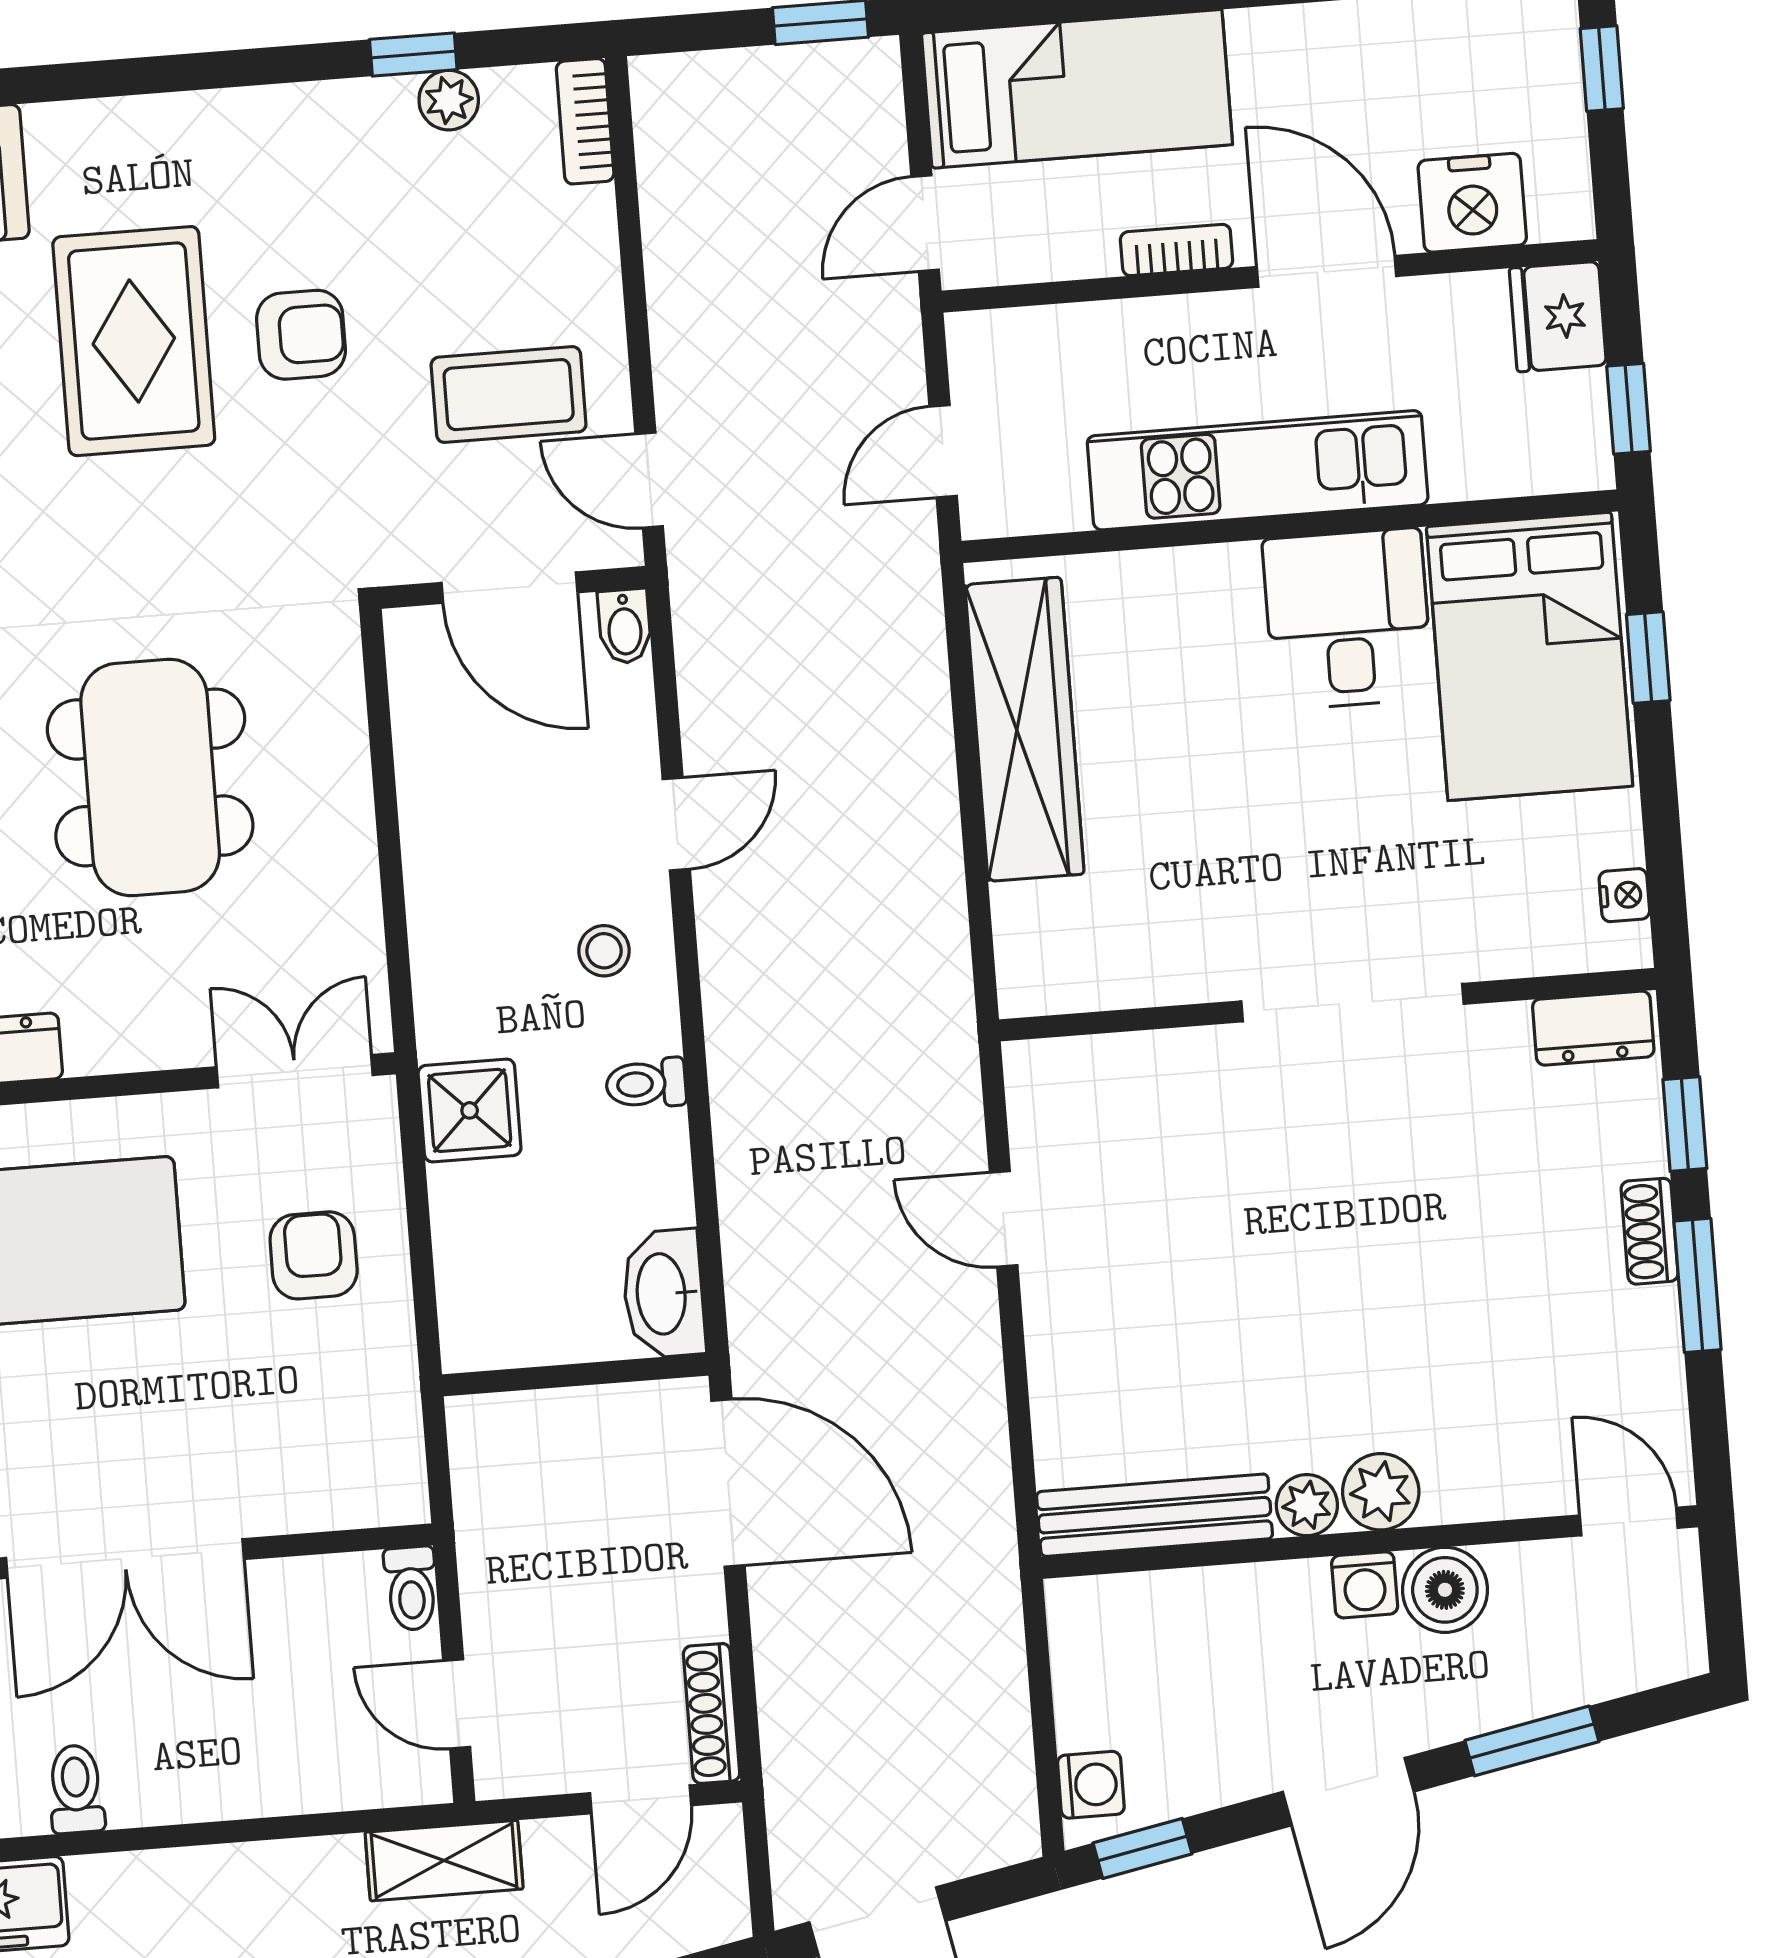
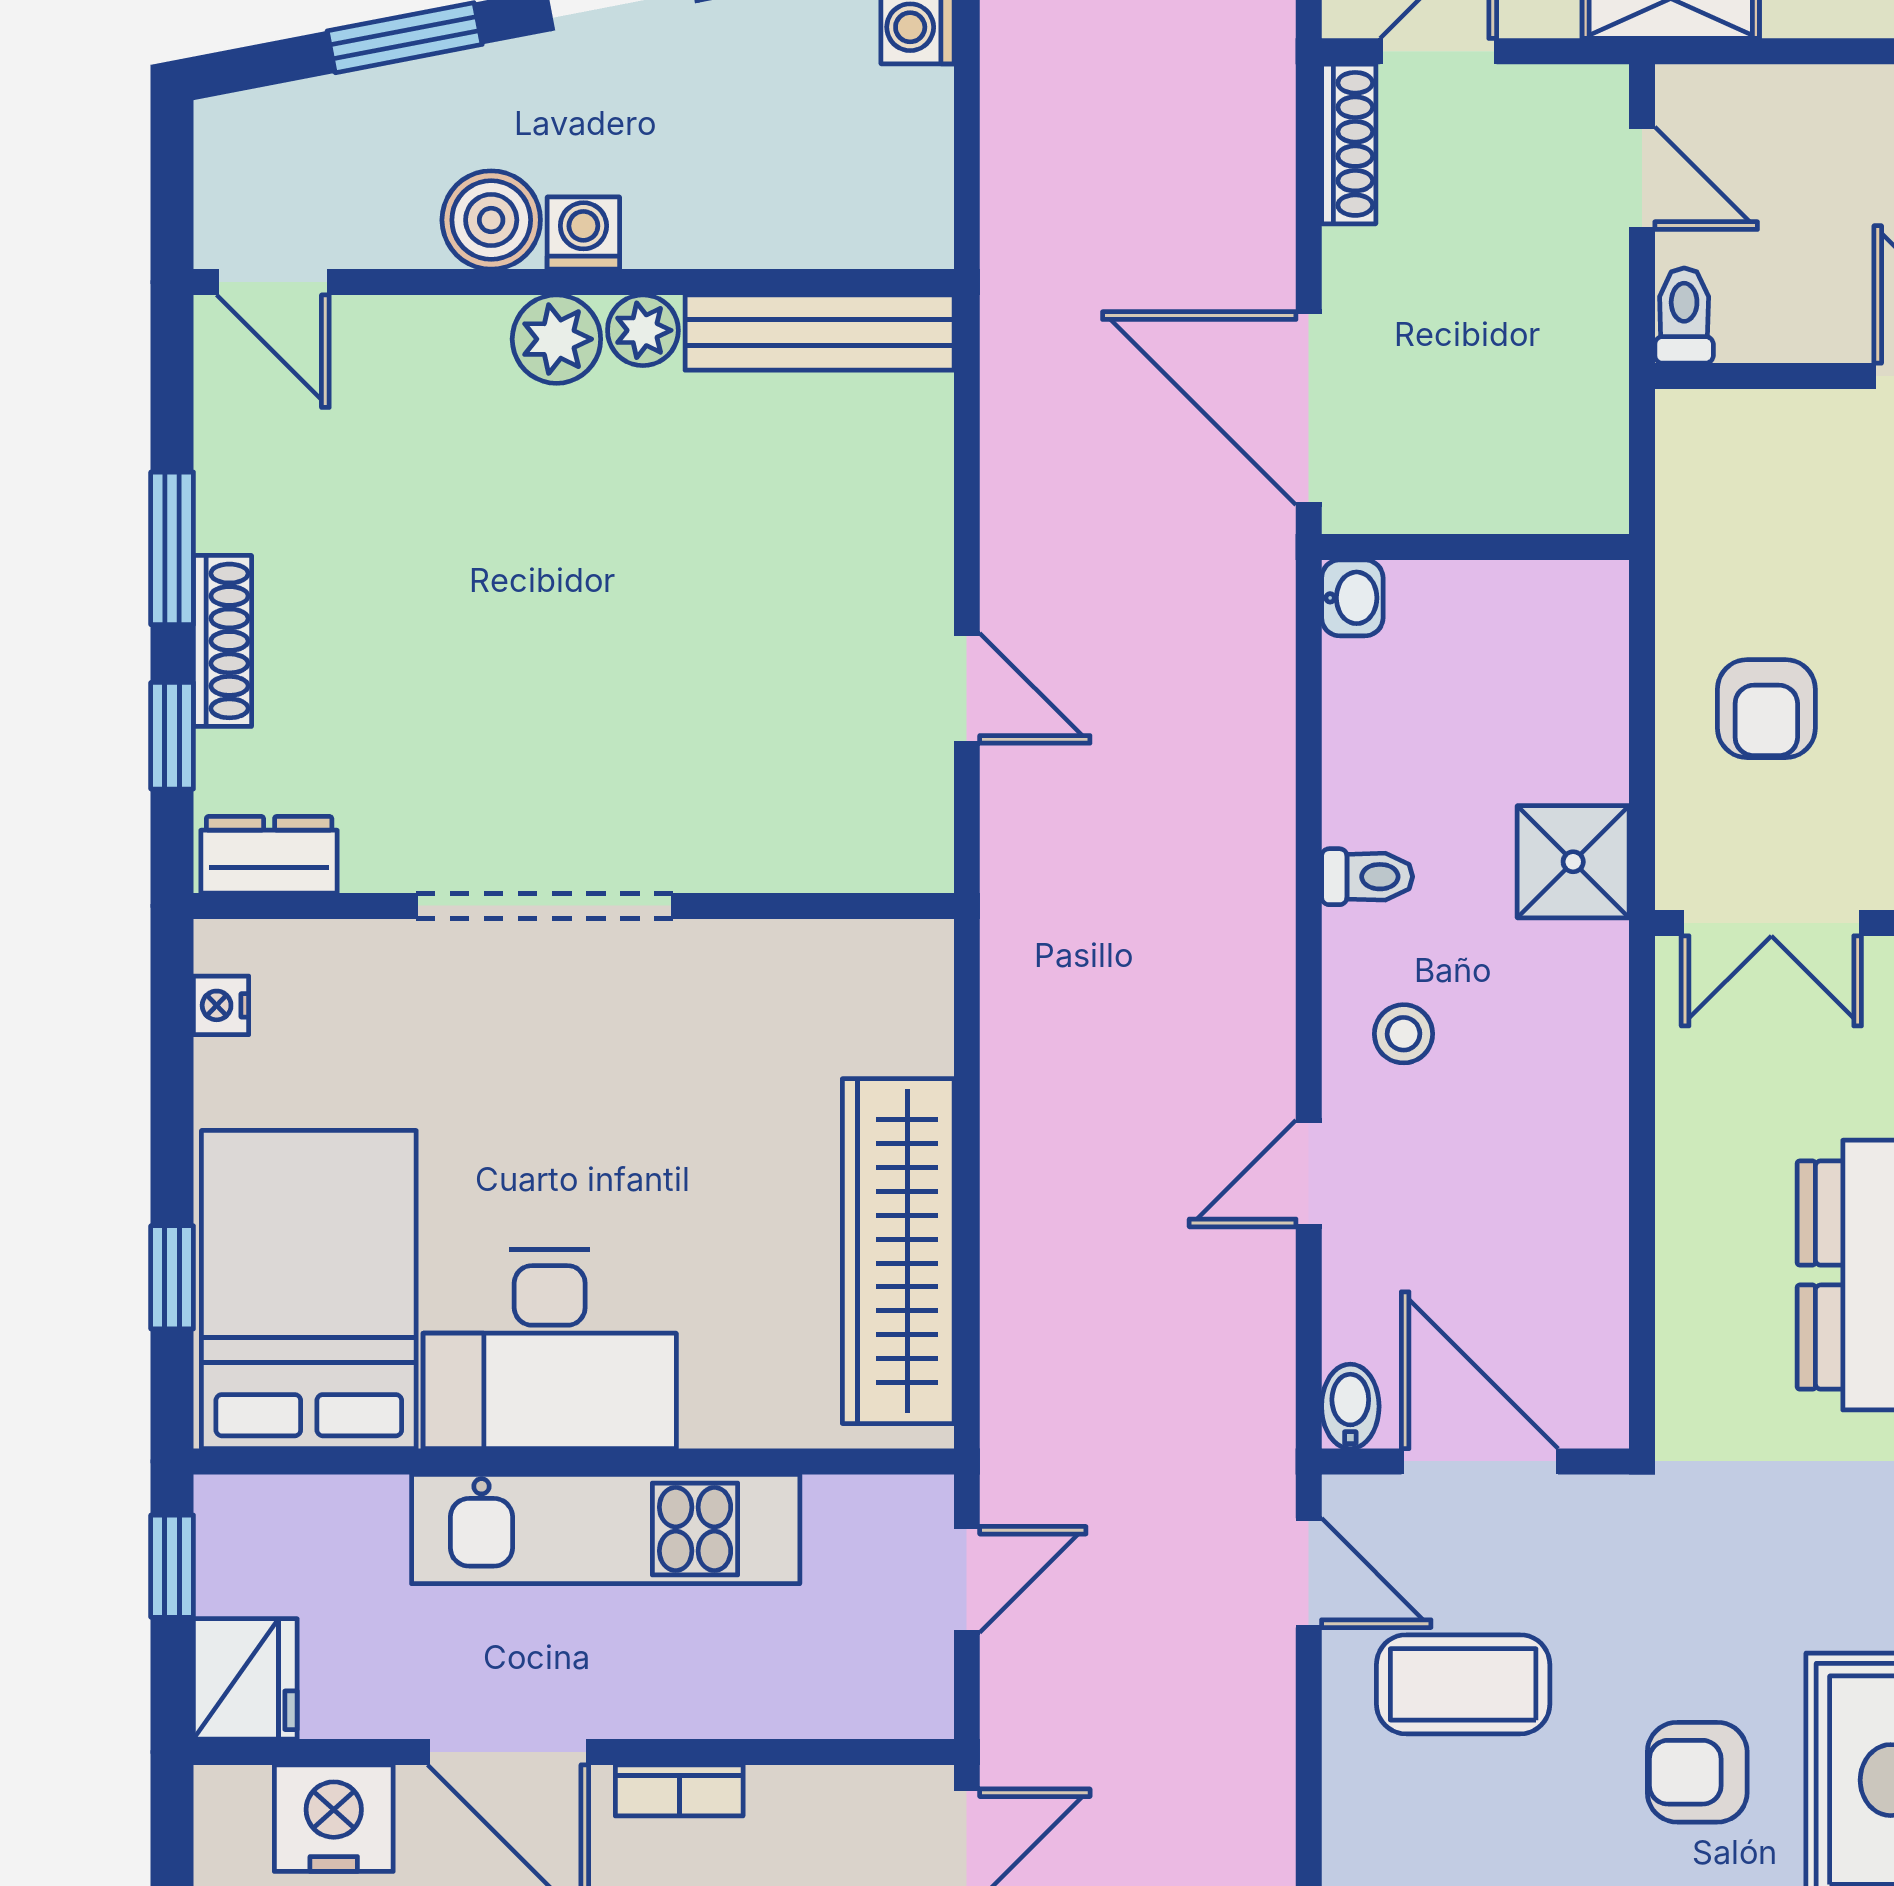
desk: (1348, 619) -> (550, 1349), width x1.37
shoe rack: (1650, 1231) -> (222, 641), width x1.43
washbasin: (663, 1294) -> (1352, 598), width x0.52, depth x0.69

